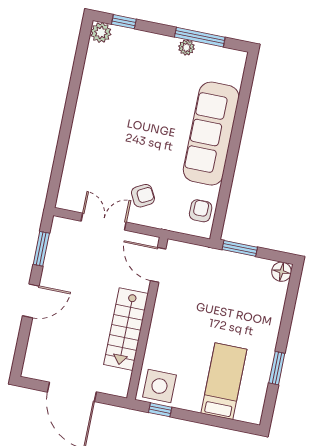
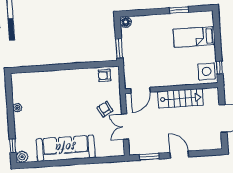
window: (200, 37) -> (10, 102), removed
sofa: (211, 134) -> (66, 148), moved, turned 180

